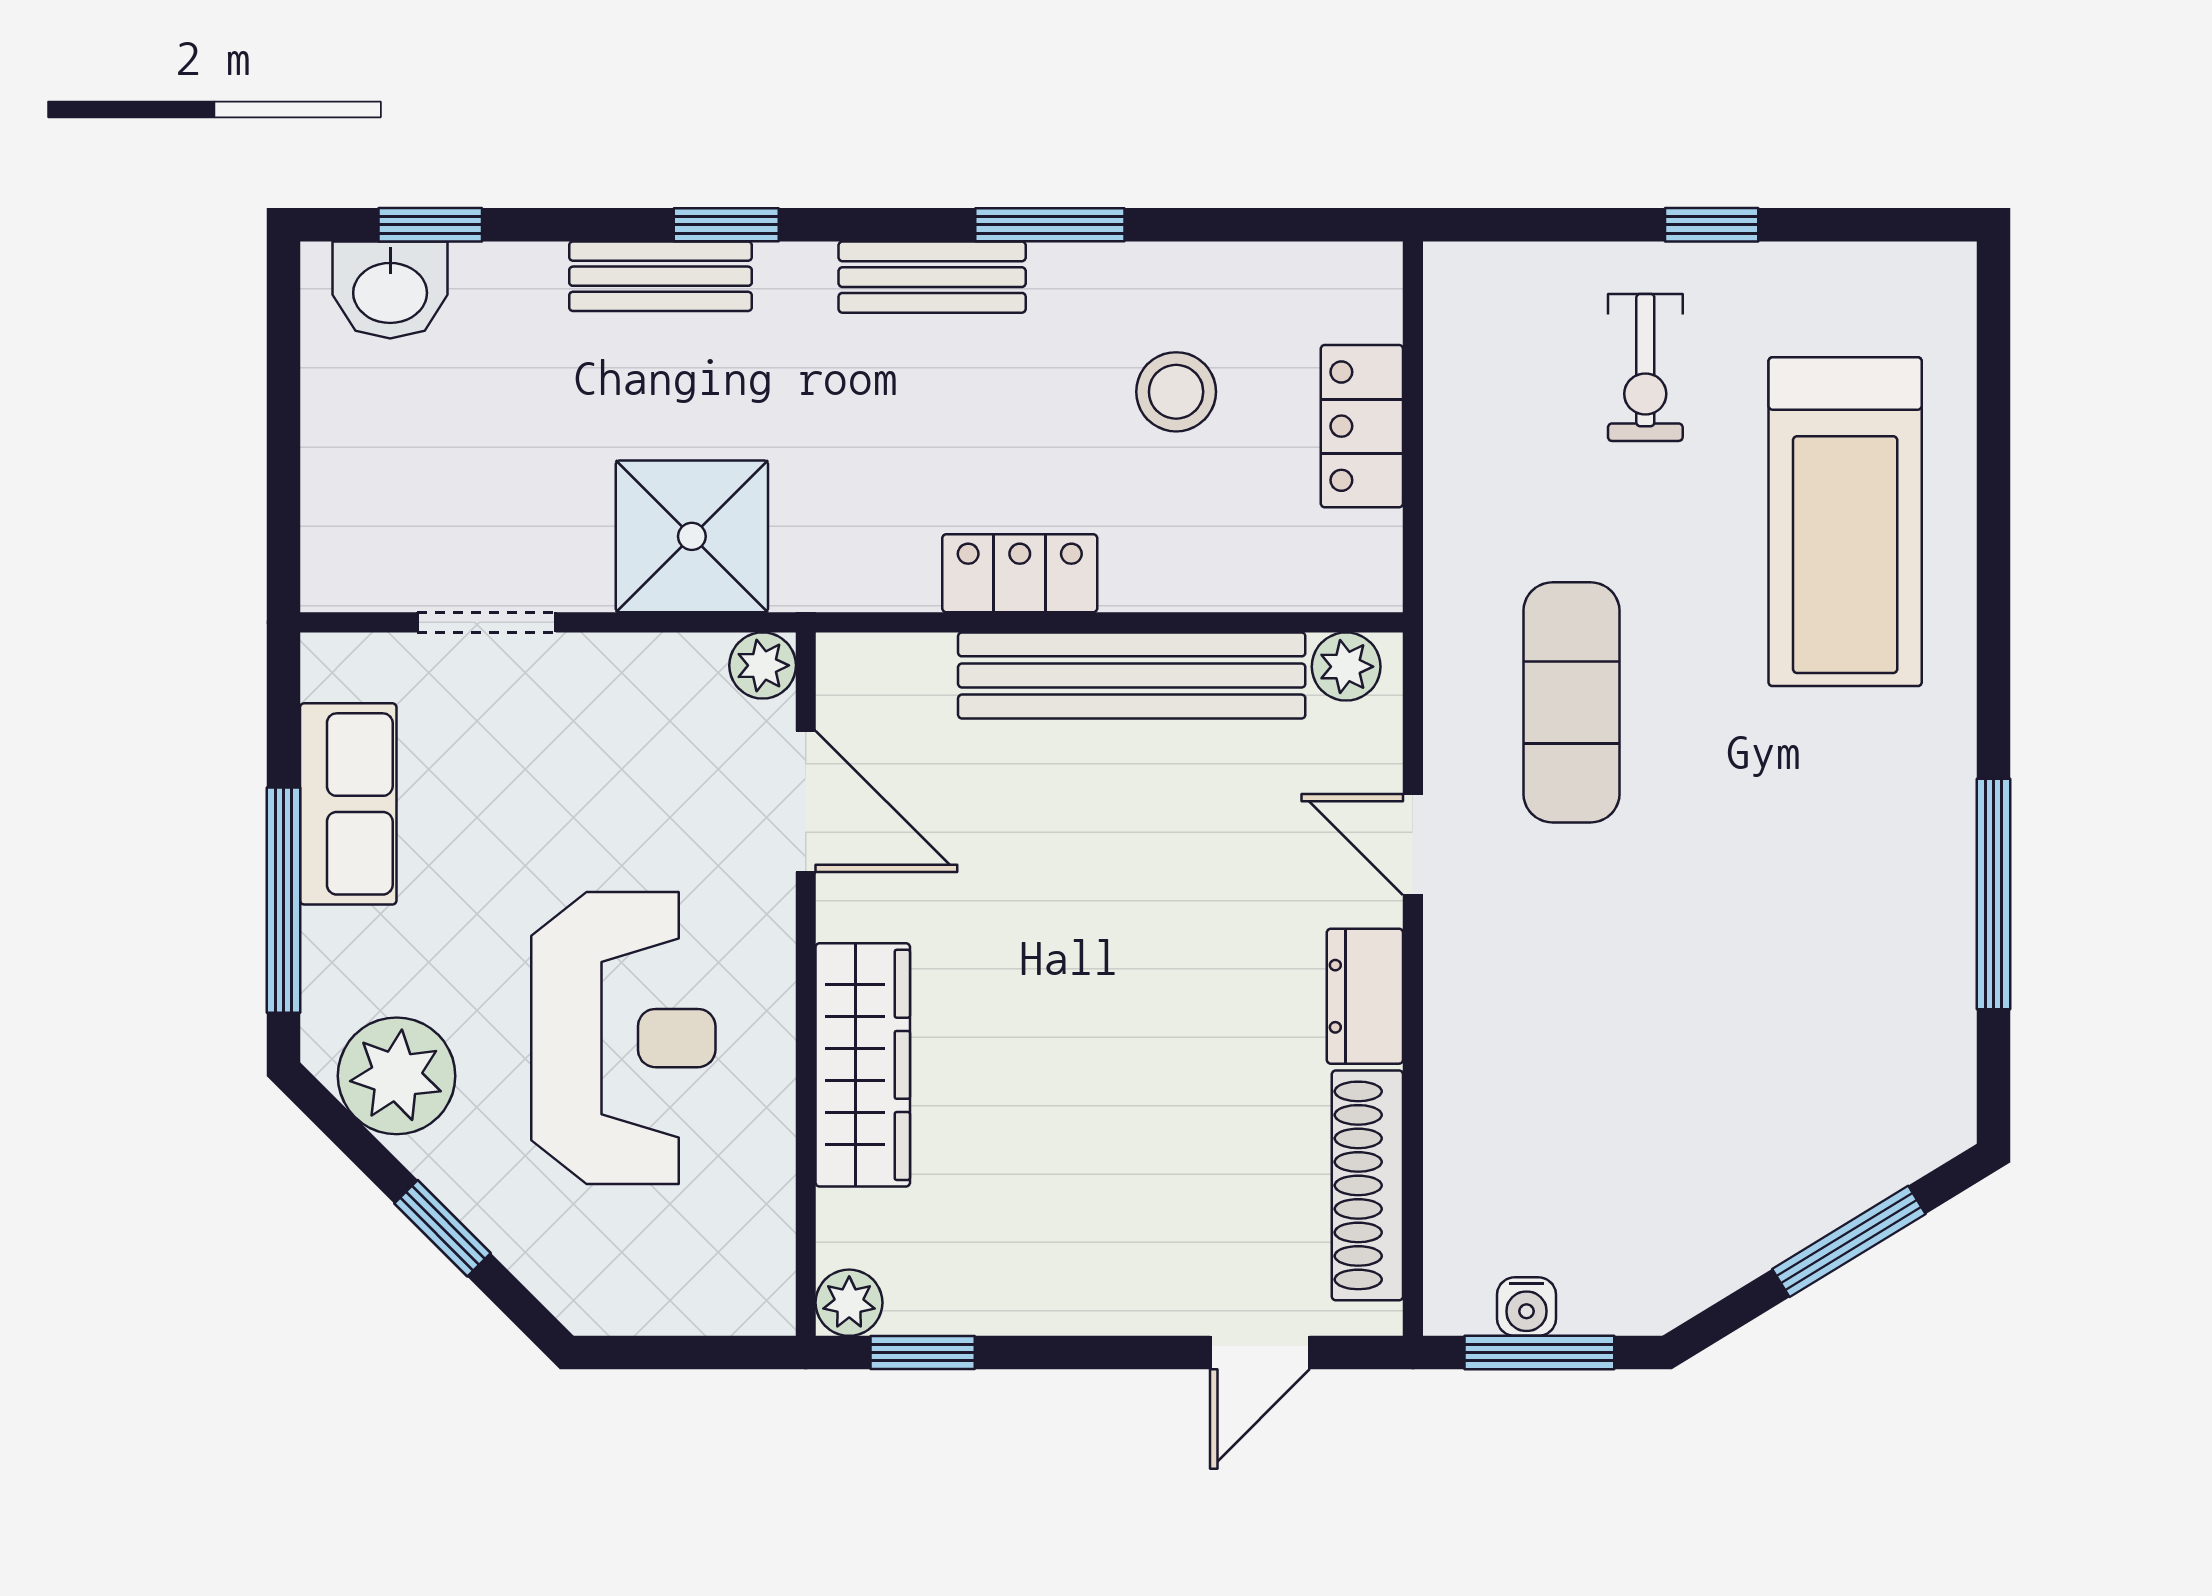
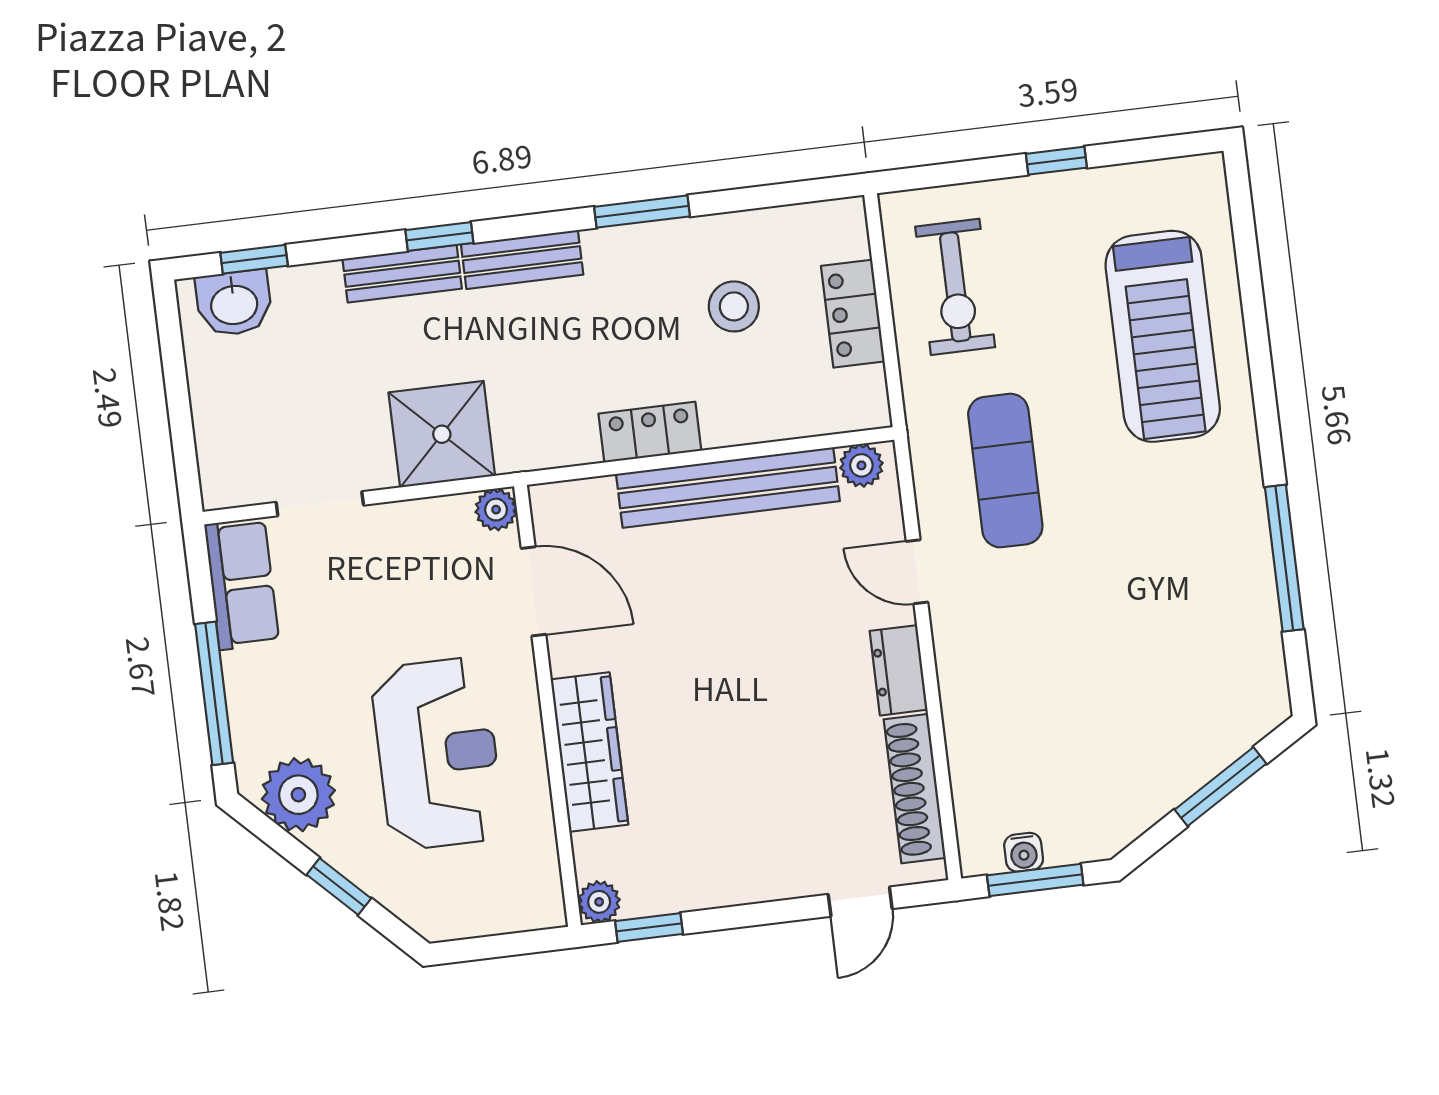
bench: (932, 277) -> (522, 260), moved
exercise bike: (1645, 367) -> (955, 287), moved, width x1.38, depth x1.39
row of seats: (348, 804) -> (242, 584), moved

